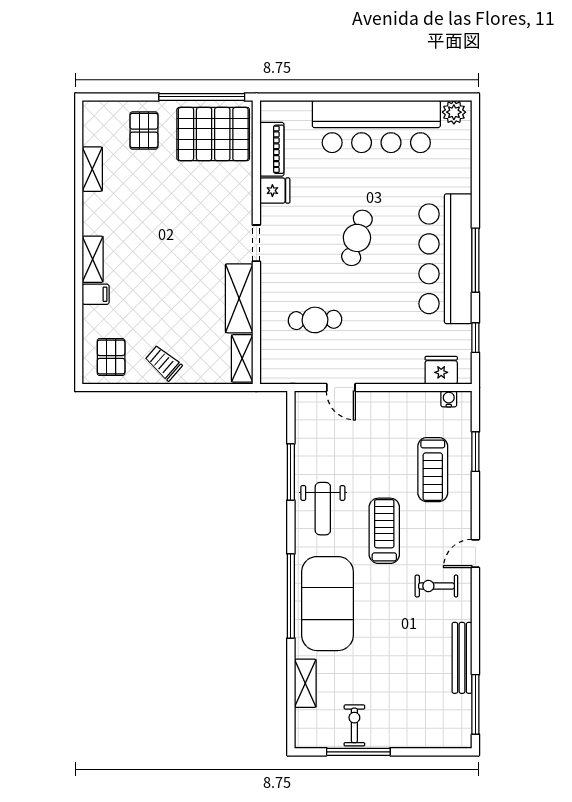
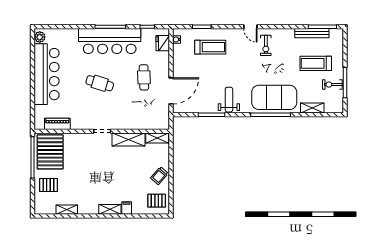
fridge: (275, 191) -> (77, 122), removed
cafe table: (315, 320) -> (144, 77), moved
door: (341, 387) -> (171, 91), width x1.88
weight bench: (323, 509) -> (229, 100), turned -90
treadmill: (384, 531) -> (316, 63), moved
bench: (462, 658) -> (312, 33), moved

